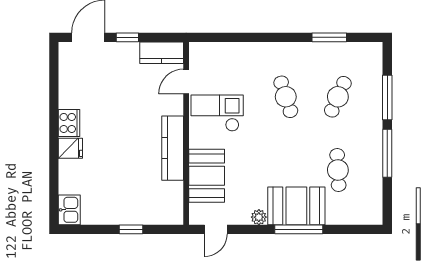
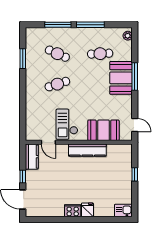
plant: (259, 217) -> (128, 36), moved

